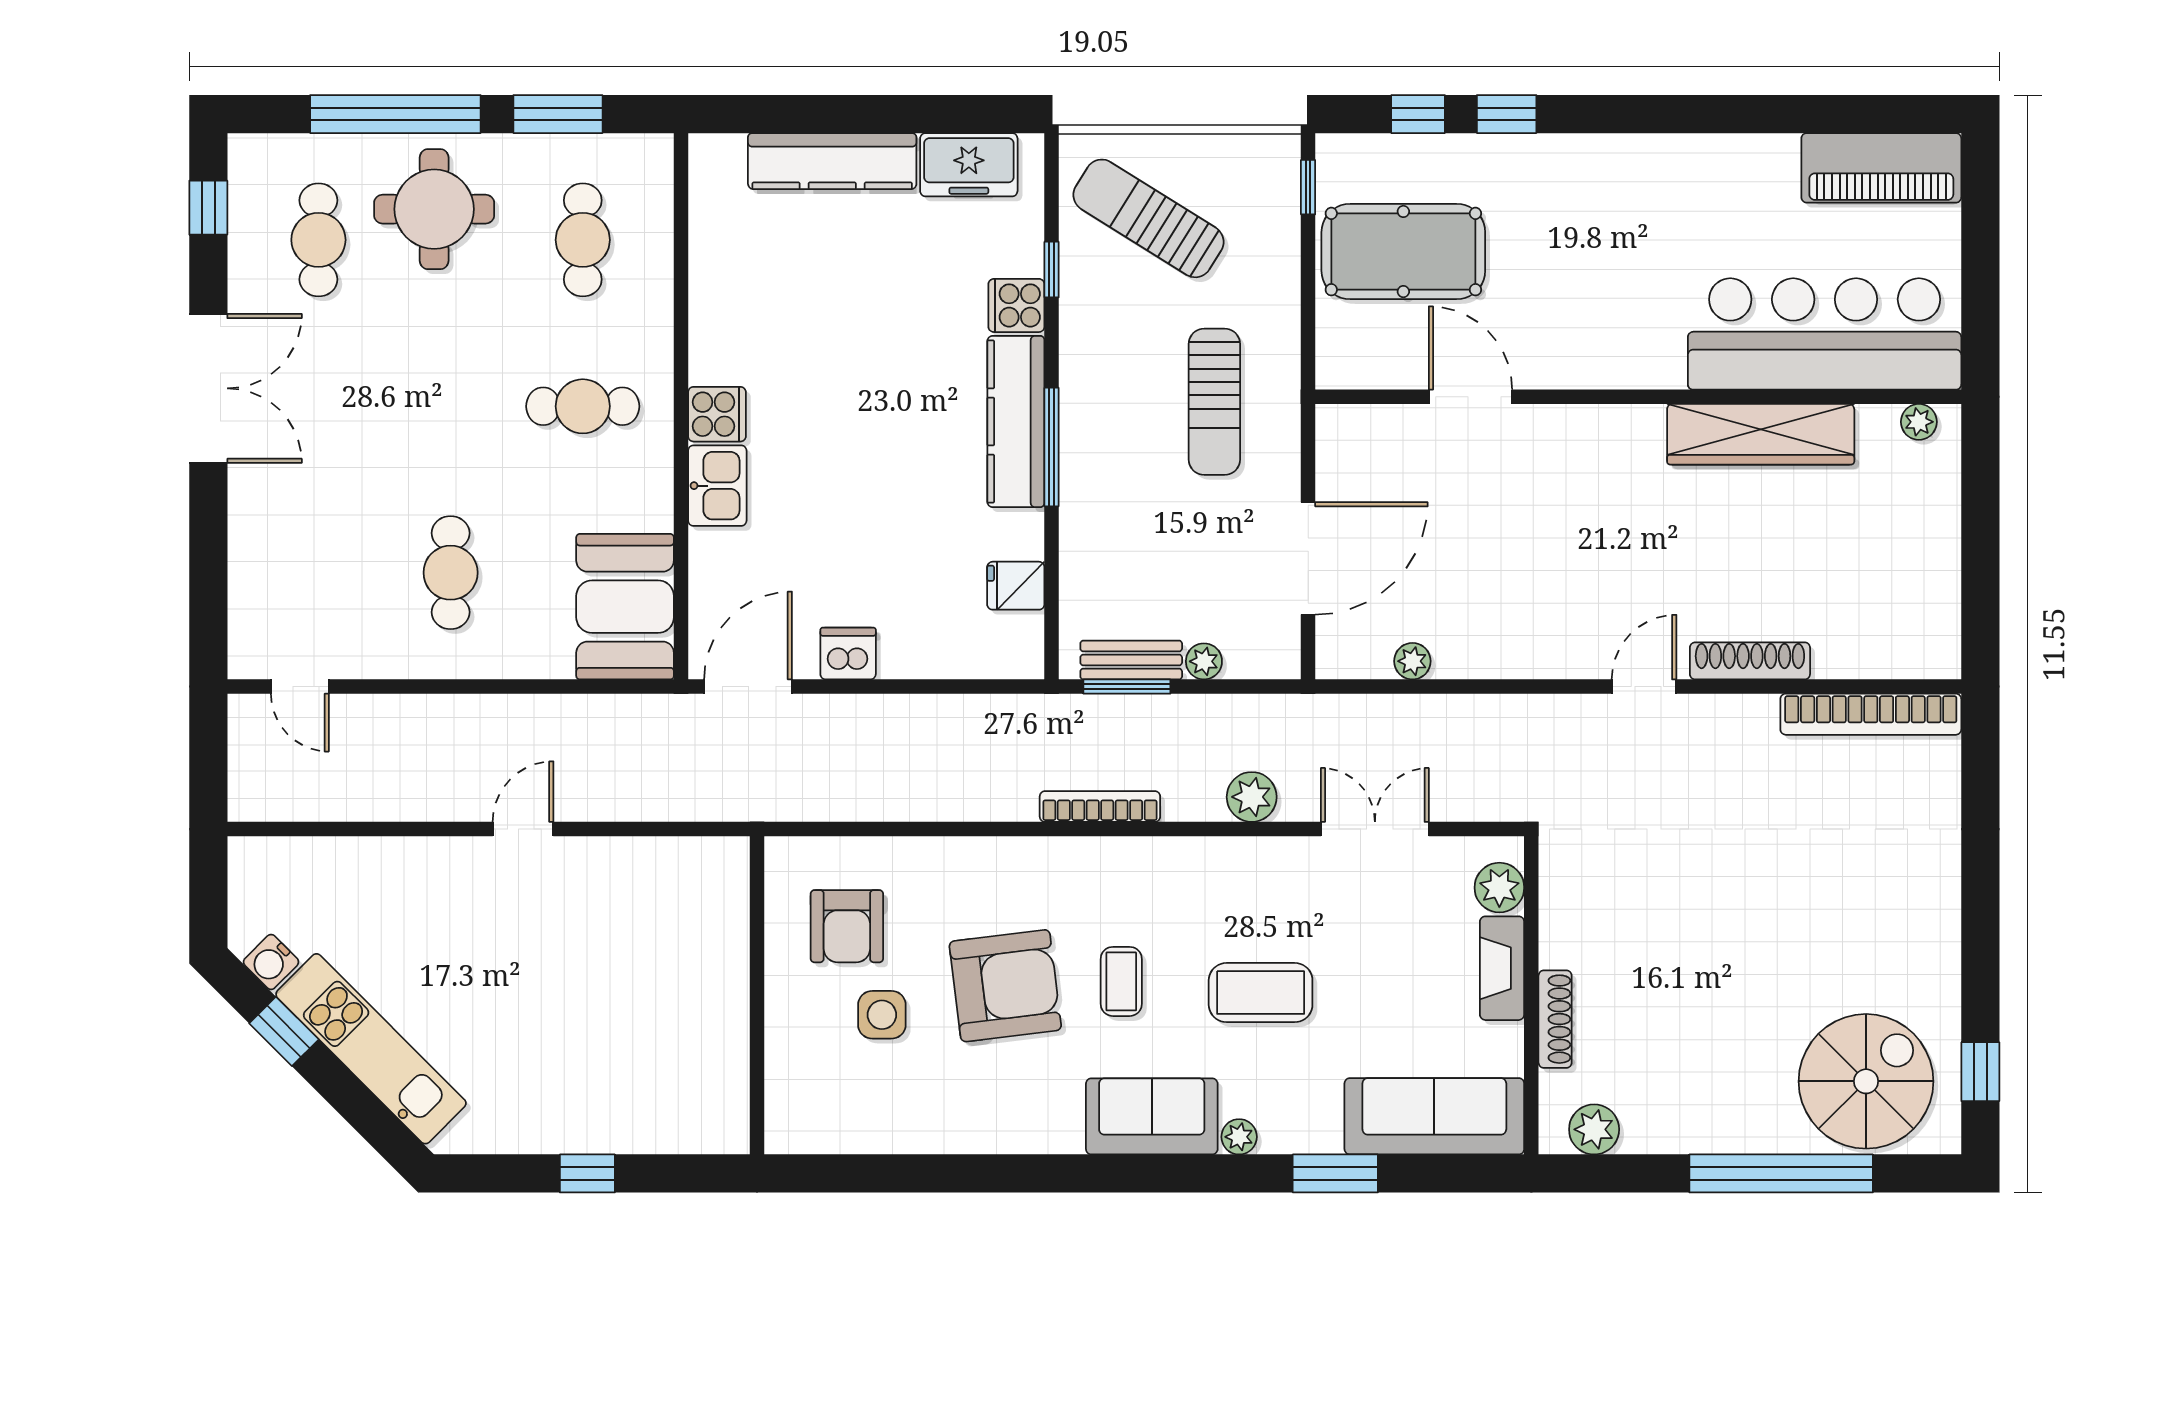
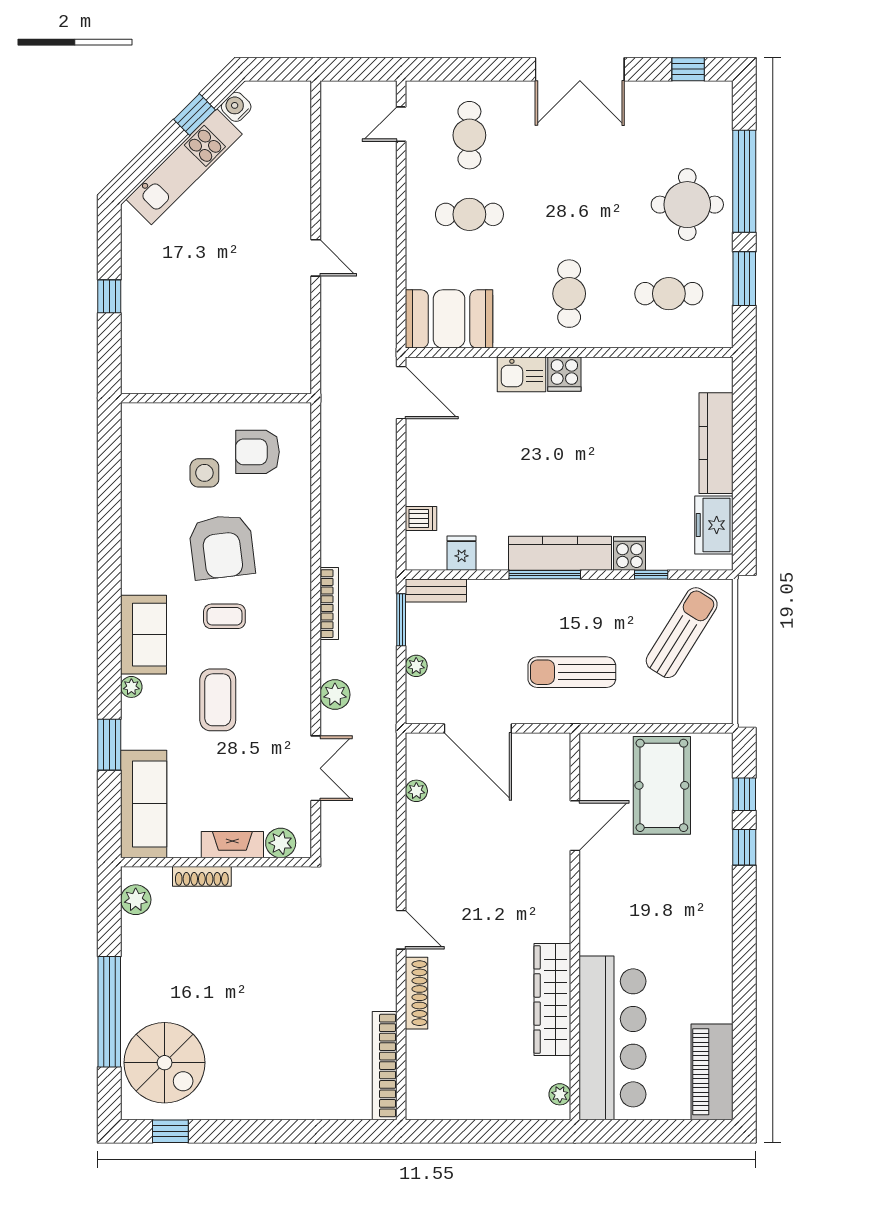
window: (1308, 187) -> (700, 728), removed
cafe table: (318, 240) -> (469, 135), moved, turned 90
dishwasher: (848, 653) -> (421, 519), moved, width x0.73
bench: (1131, 660) -> (436, 590), moved, turned 90

